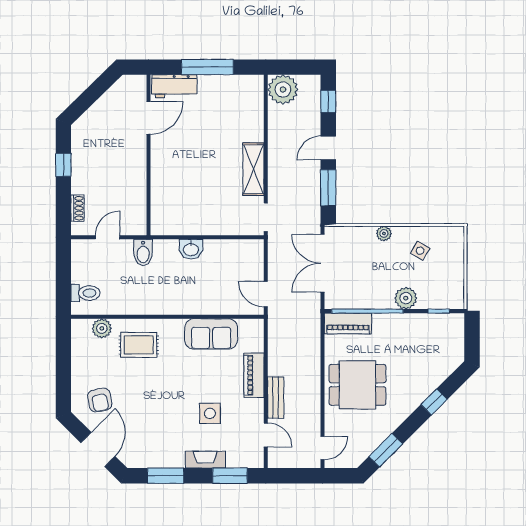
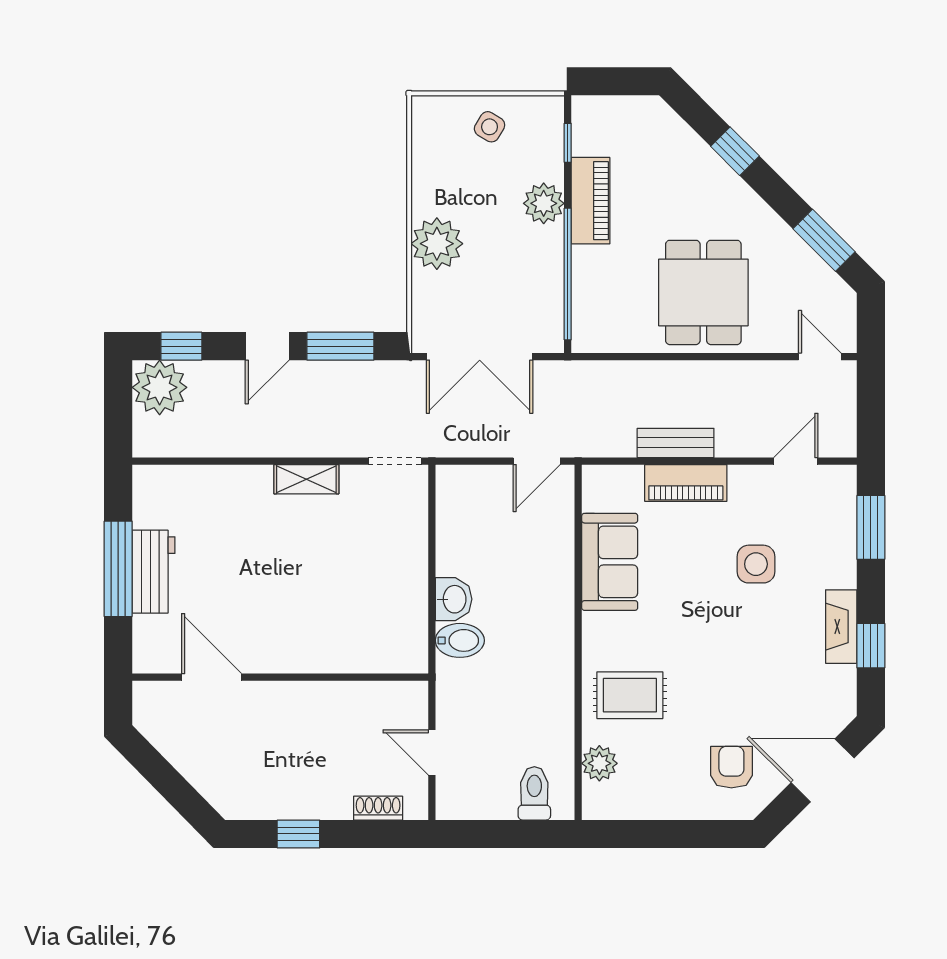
workbench: (174, 86) -> (154, 572), moved
plant: (283, 90) -> (160, 387), moved
door: (328, 148) -> (267, 346), hinge flipped
shelving: (253, 169) -> (306, 479), width x0.67, depth x0.75
plant: (384, 234) -> (437, 244), width x1.87, depth x1.87
side table: (420, 251) -> (490, 127), moved
bidet: (143, 253) -> (460, 640), moved
piano: (348, 324) -> (591, 201), moved
rug: (139, 345) -> (630, 695), turned 90
bench: (276, 398) -> (676, 443), moved
armchair: (100, 400) -> (731, 767), turned -80
fireplace: (205, 460) -> (841, 627), moved
window: (166, 476) -> (871, 646), width x0.67

